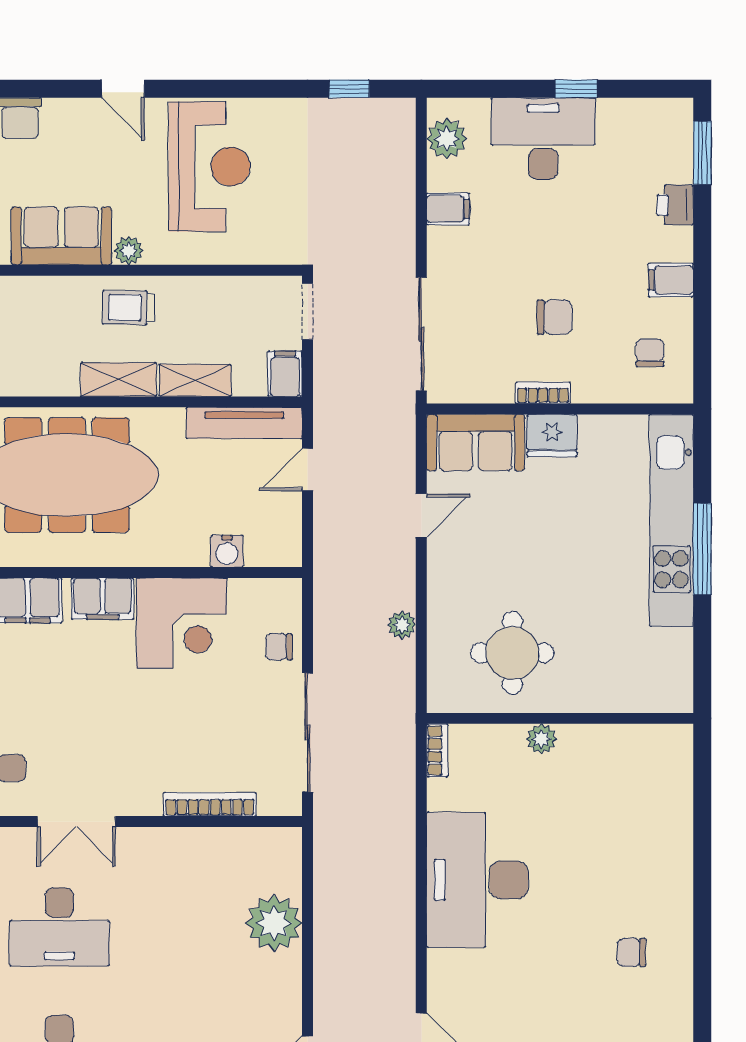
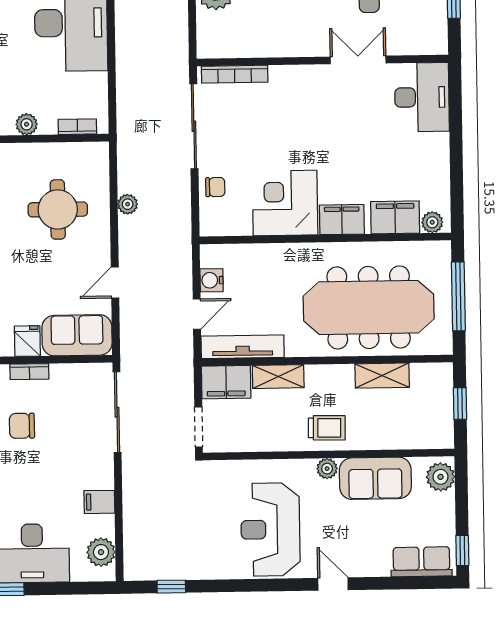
filing cabinet: (285, 374) -> (226, 382), width x2.00
shelving: (119, 380) -> (382, 376), moved
fridge: (552, 436) -> (27, 341), width x0.72
water cooler: (227, 551) -> (212, 280), moved, turned -90
round table: (512, 653) -> (58, 209), moved
bookcase: (437, 750) -> (77, 127), moved, turned 90
bookcase: (210, 804) -> (235, 74), moved

